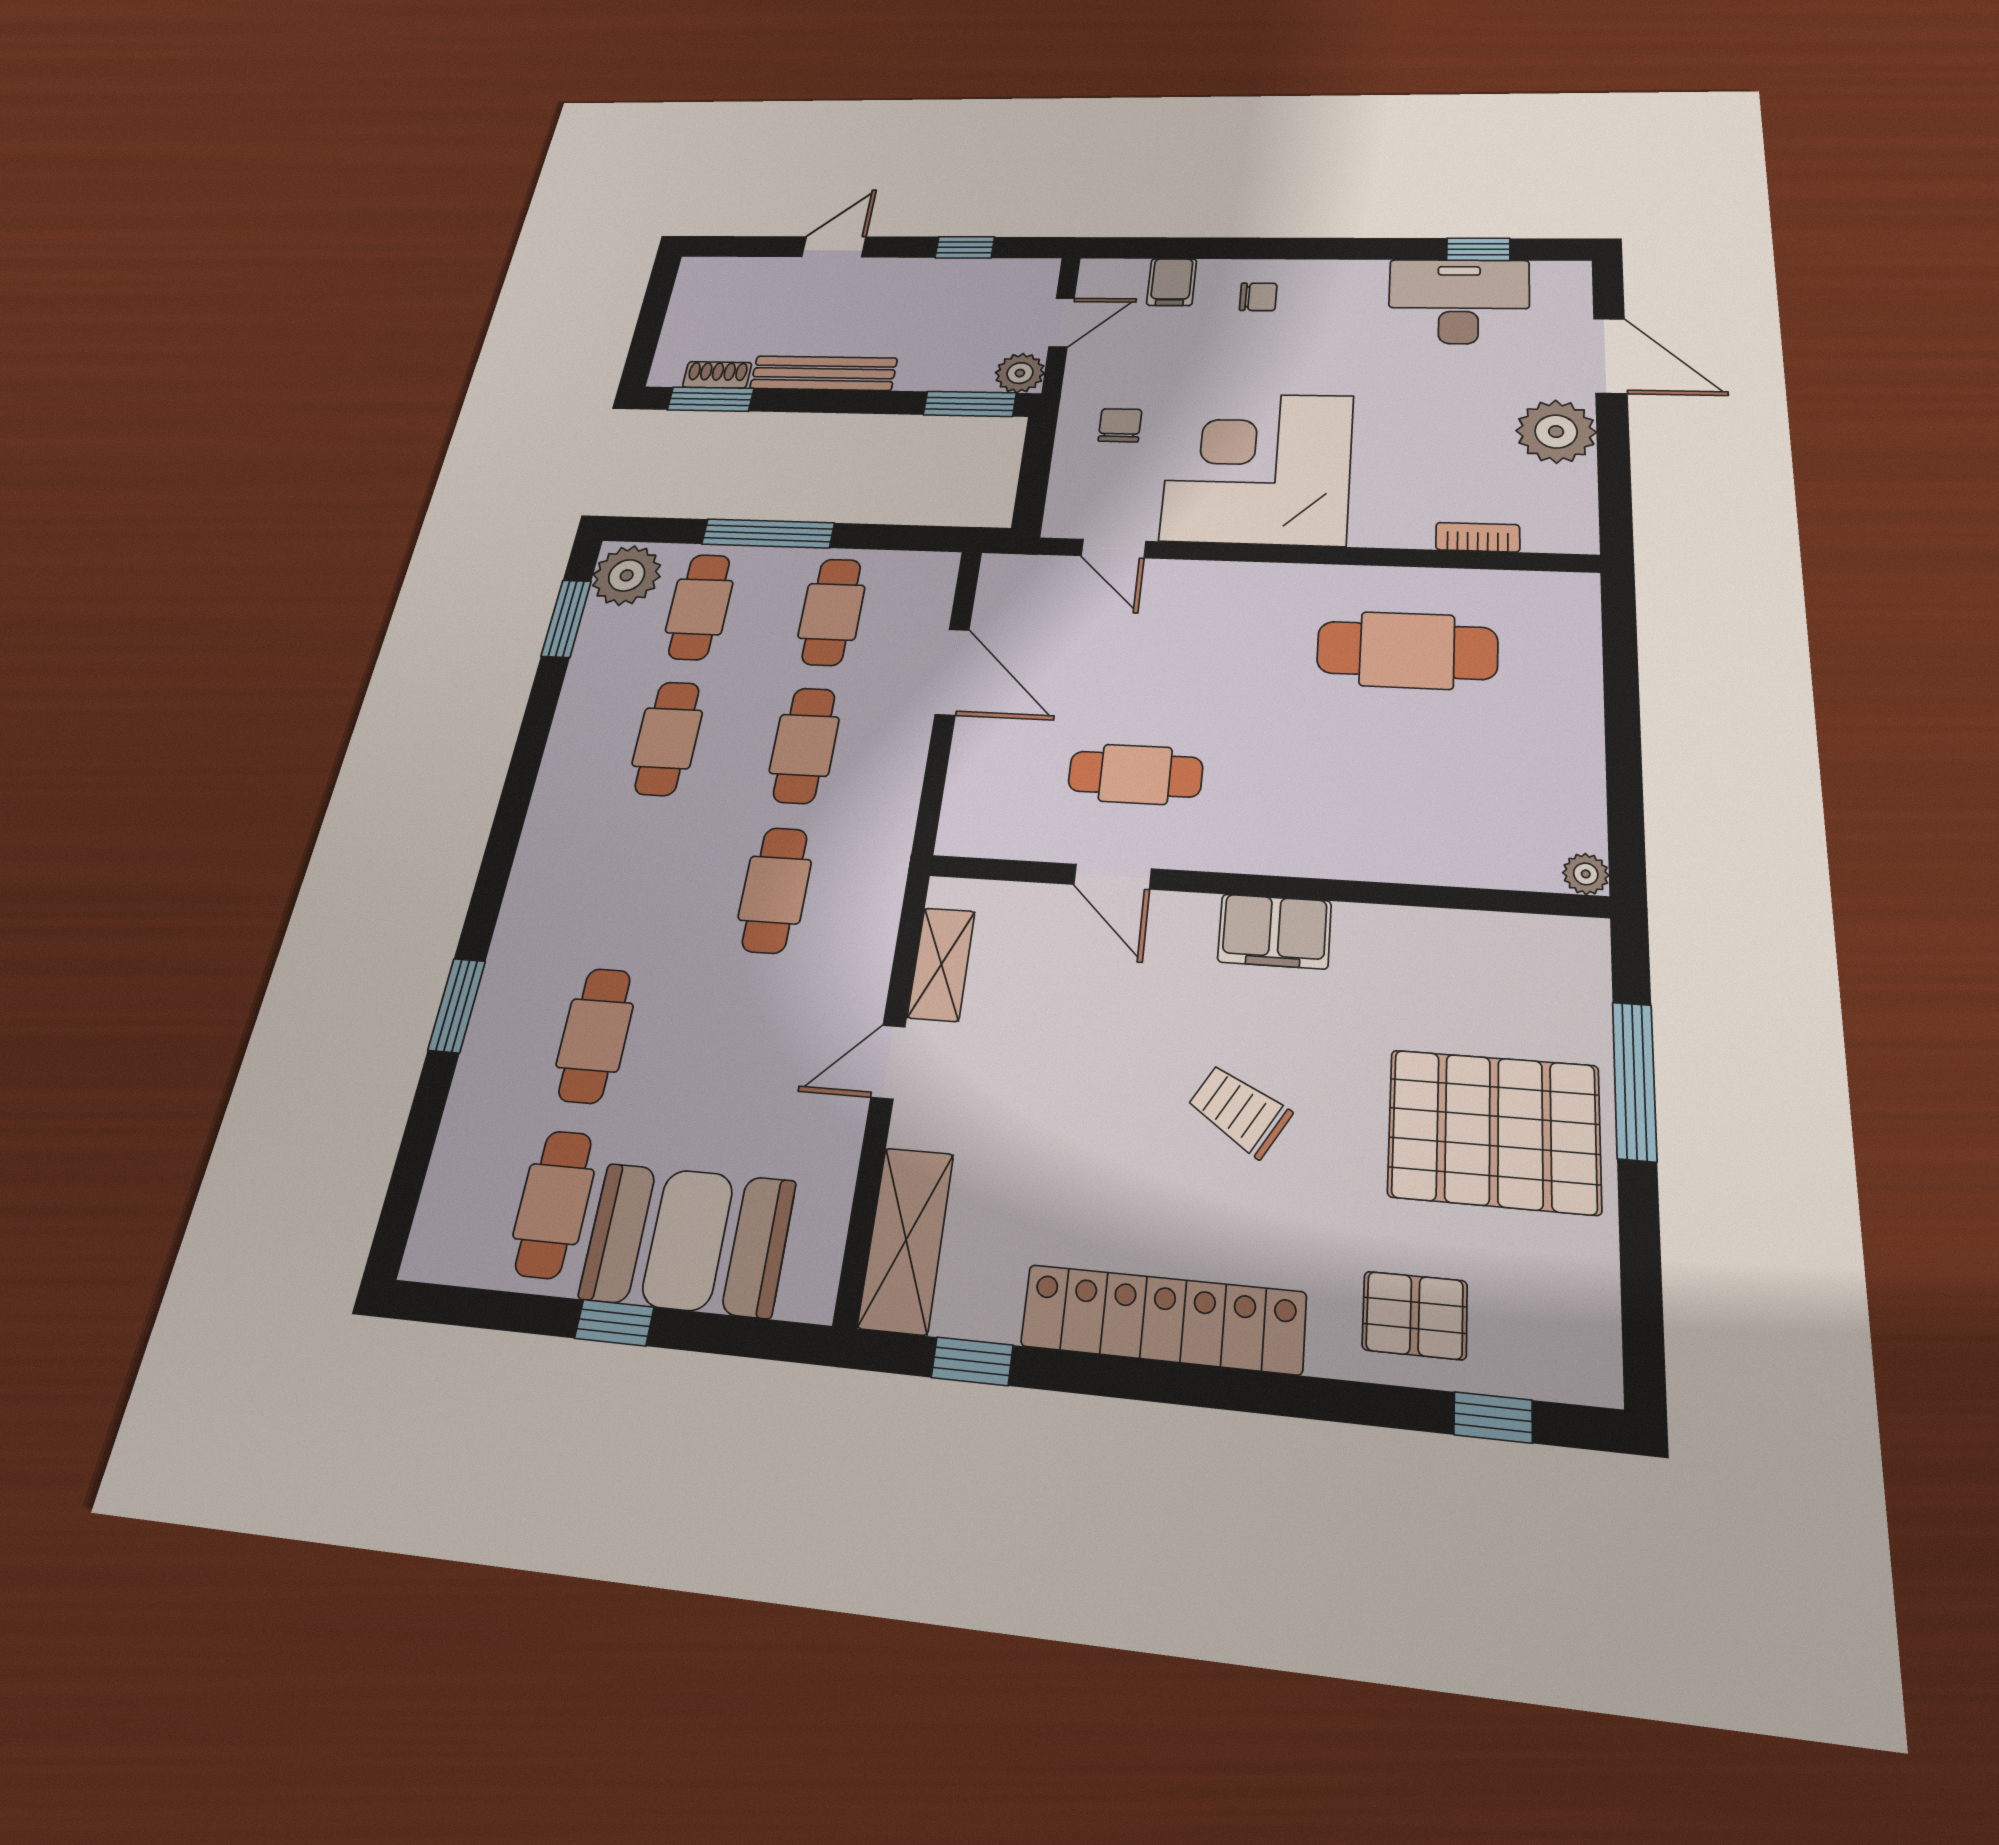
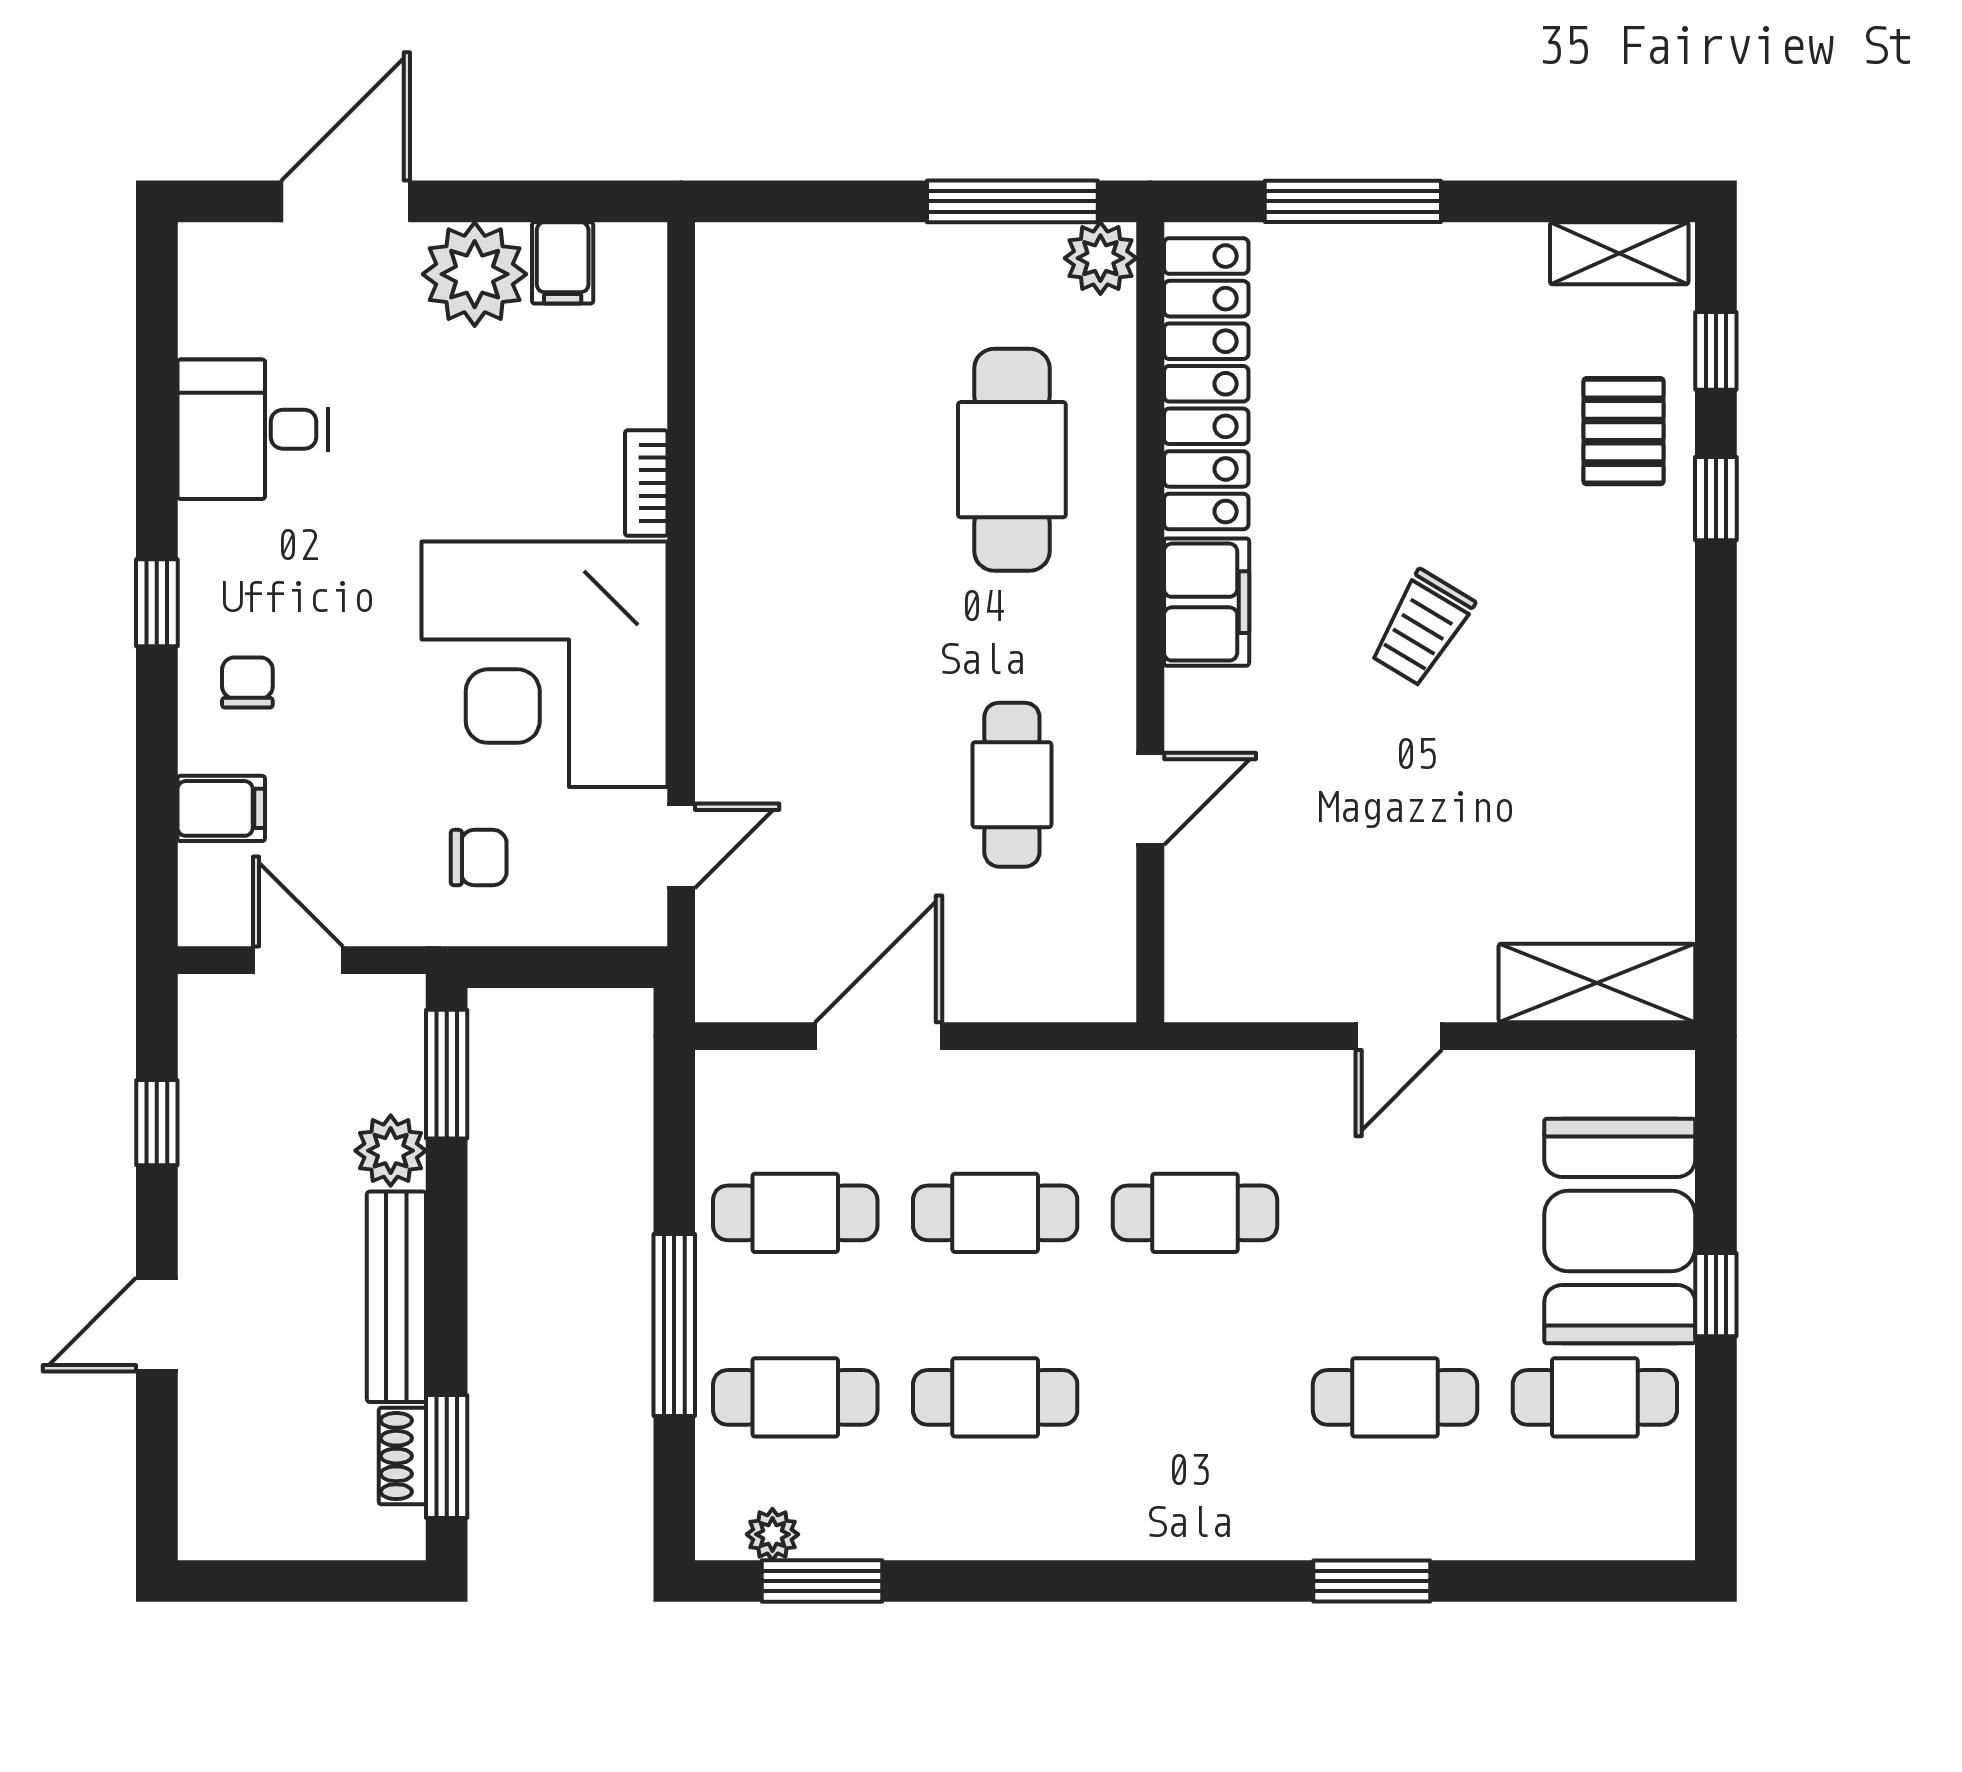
door: (834, 247) -> (157, 1324), hinge flipped
window: (1478, 249) -> (157, 603), moved
desk: (1459, 301) -> (253, 429), width x0.73
plant: (1020, 373) -> (391, 1151), moved
chair: (1120, 425) -> (479, 858), turned 180
filing cabinet: (1566, 486) -> (563, 263), added
bookcase: (1478, 537) -> (646, 483), moved
plant: (627, 575) -> (772, 1534), width x0.53, depth x0.53
cafe table: (1407, 650) -> (1012, 460), moved
window: (1625, 800) -> (1012, 201), added
plant: (1586, 874) -> (1100, 258), width x1.38, depth x1.38
shelving: (941, 964) -> (1619, 253), moved
door: (888, 1062) -> (1399, 1036), hinge flipped
pallet: (1494, 1131) -> (1421, 351), removed
locker: (1163, 1319) -> (1206, 384), moved, turned 180
window: (972, 1361) -> (1716, 499), moved

